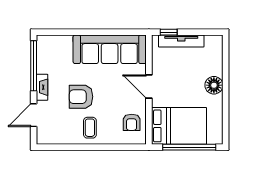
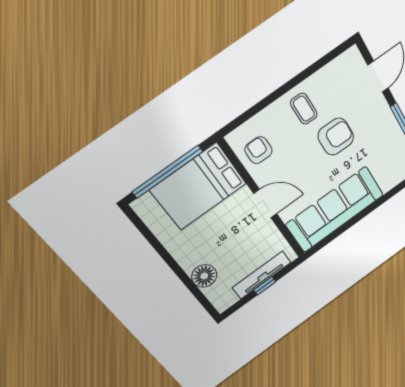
window: (169, 32) -> (265, 286), moved
floor lamp: (214, 85) -> (204, 276), moved
fireplace: (42, 87) -> (386, 115), removed

